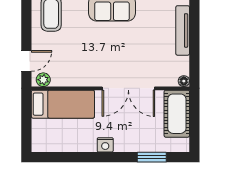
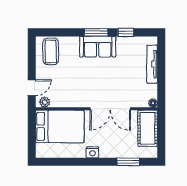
bed: (63, 104) -> (60, 126), width x1.50

